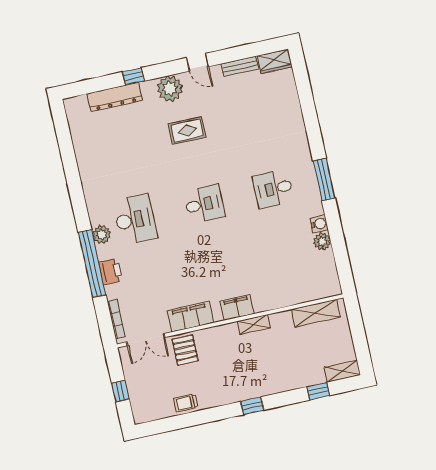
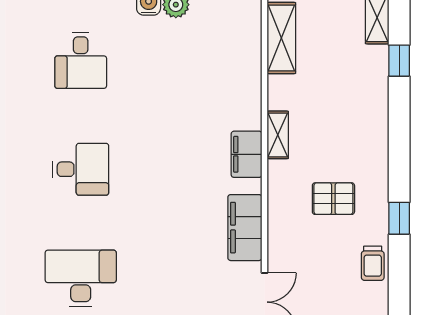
desk: (204, 204) -> (81, 169), turned 90
pallet: (185, 350) -> (333, 199), moved
window: (252, 406) -> (399, 218), moved

